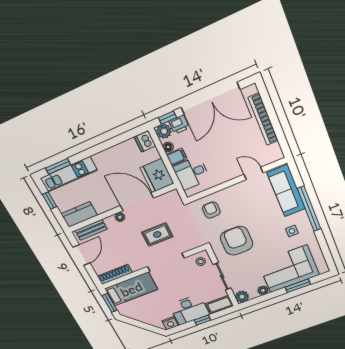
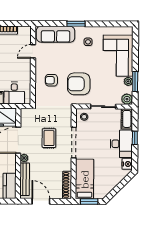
window: (309, 209) -> (76, 24), width x0.47
armchair: (211, 210) -> (51, 80), moved
bench: (91, 230) -> (25, 179), width x1.36
window: (298, 286) -> (135, 82), moved

